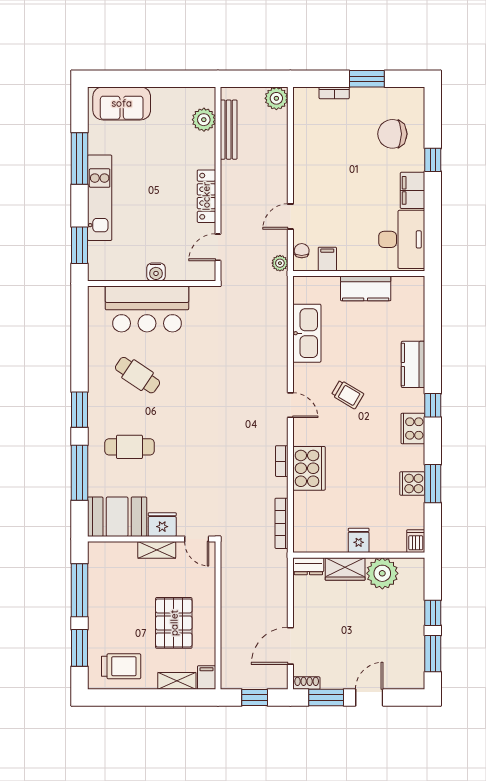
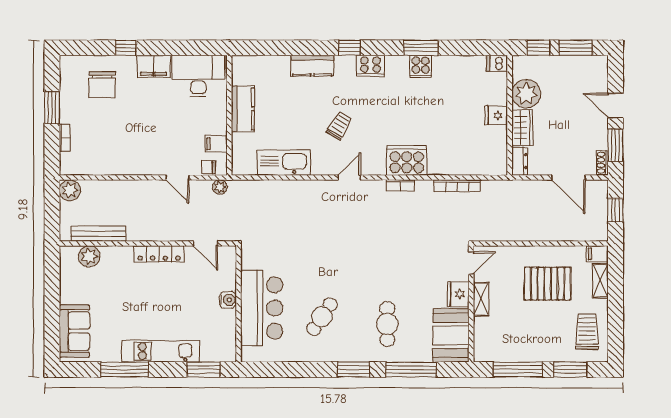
fridge: (359, 540) -> (496, 115), moved
dishwasher: (416, 541) -> (497, 63), moved
wall: (359, 555) -> (510, 115), moved
dresser: (308, 566) -> (520, 161), moved
wardrobe: (345, 569) -> (522, 128), moved
plant: (382, 573) -> (526, 94), moved

